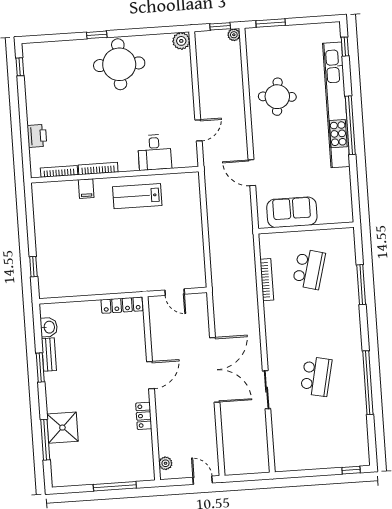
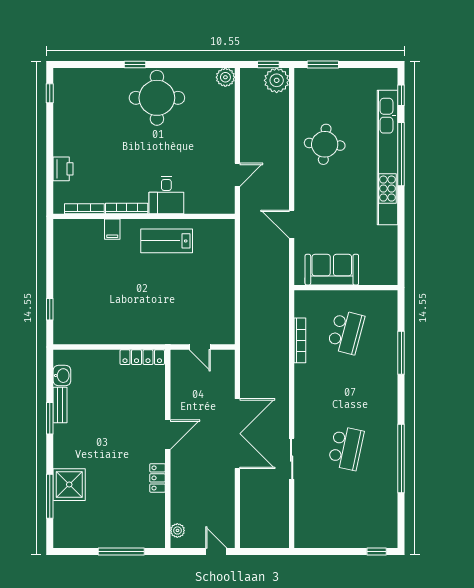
plant: (234, 35) -> (277, 80), width x1.88, depth x1.88
window: (350, 125) -> (401, 154), moved
desk: (155, 152) -> (166, 195), moved

